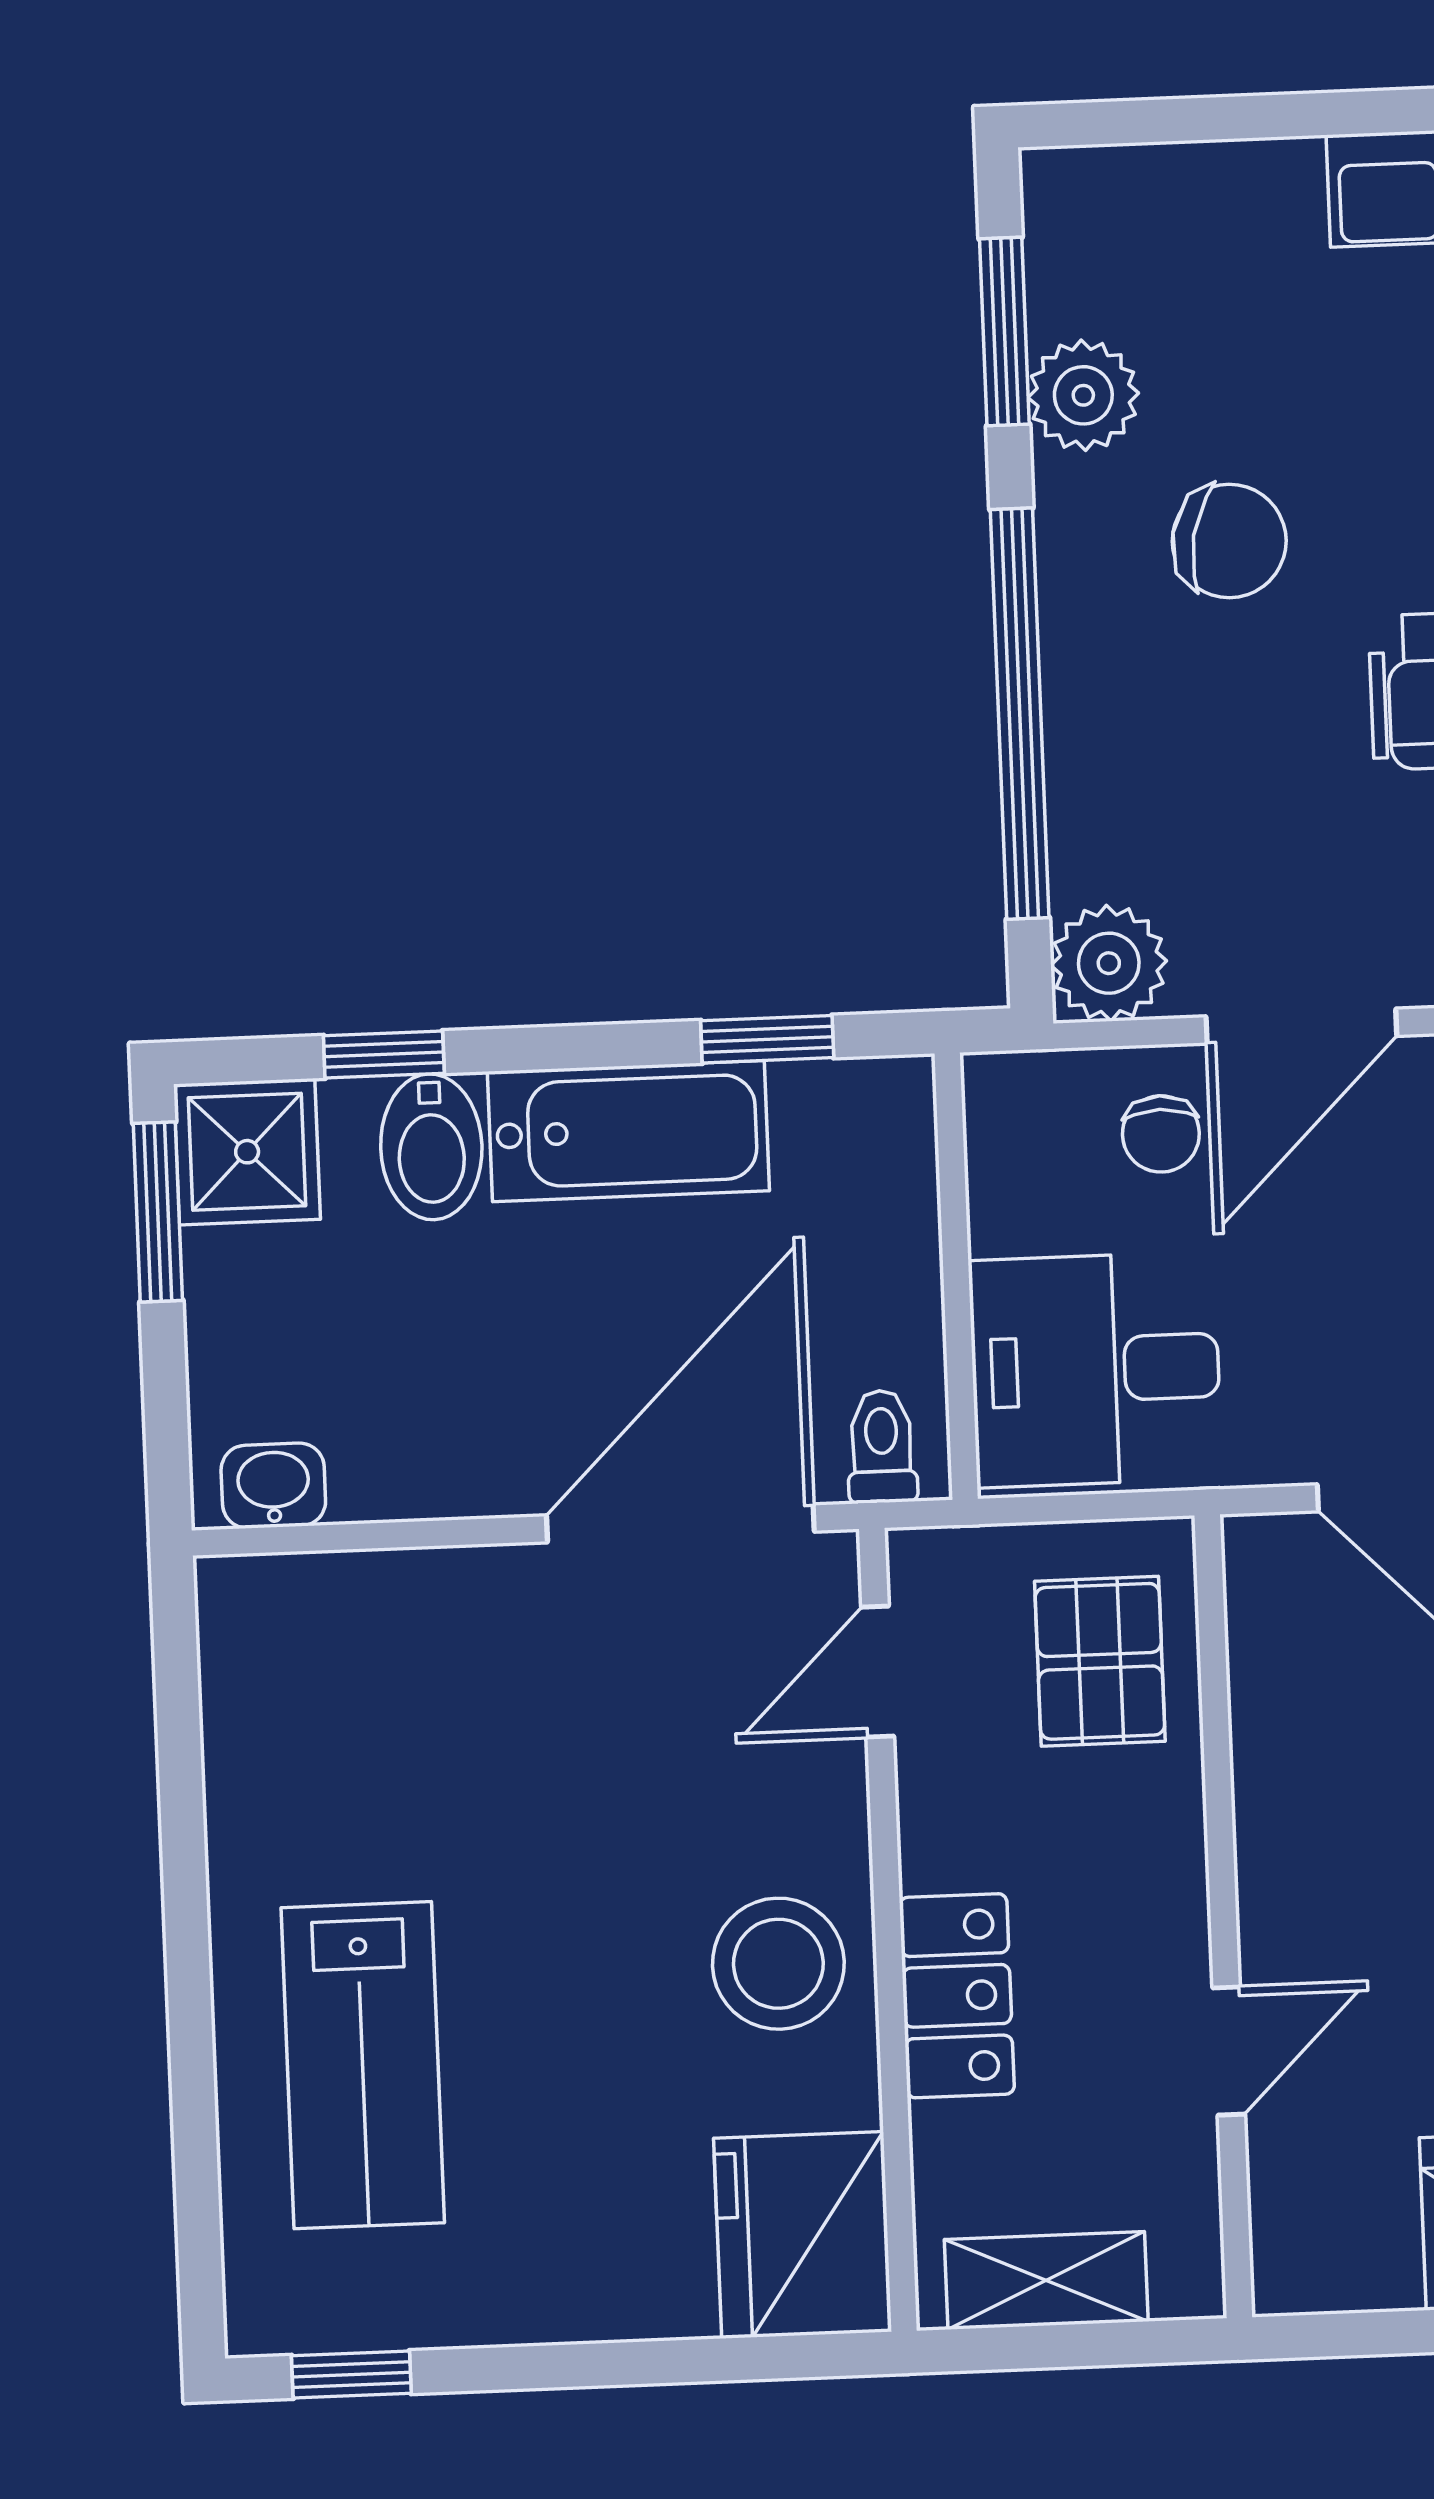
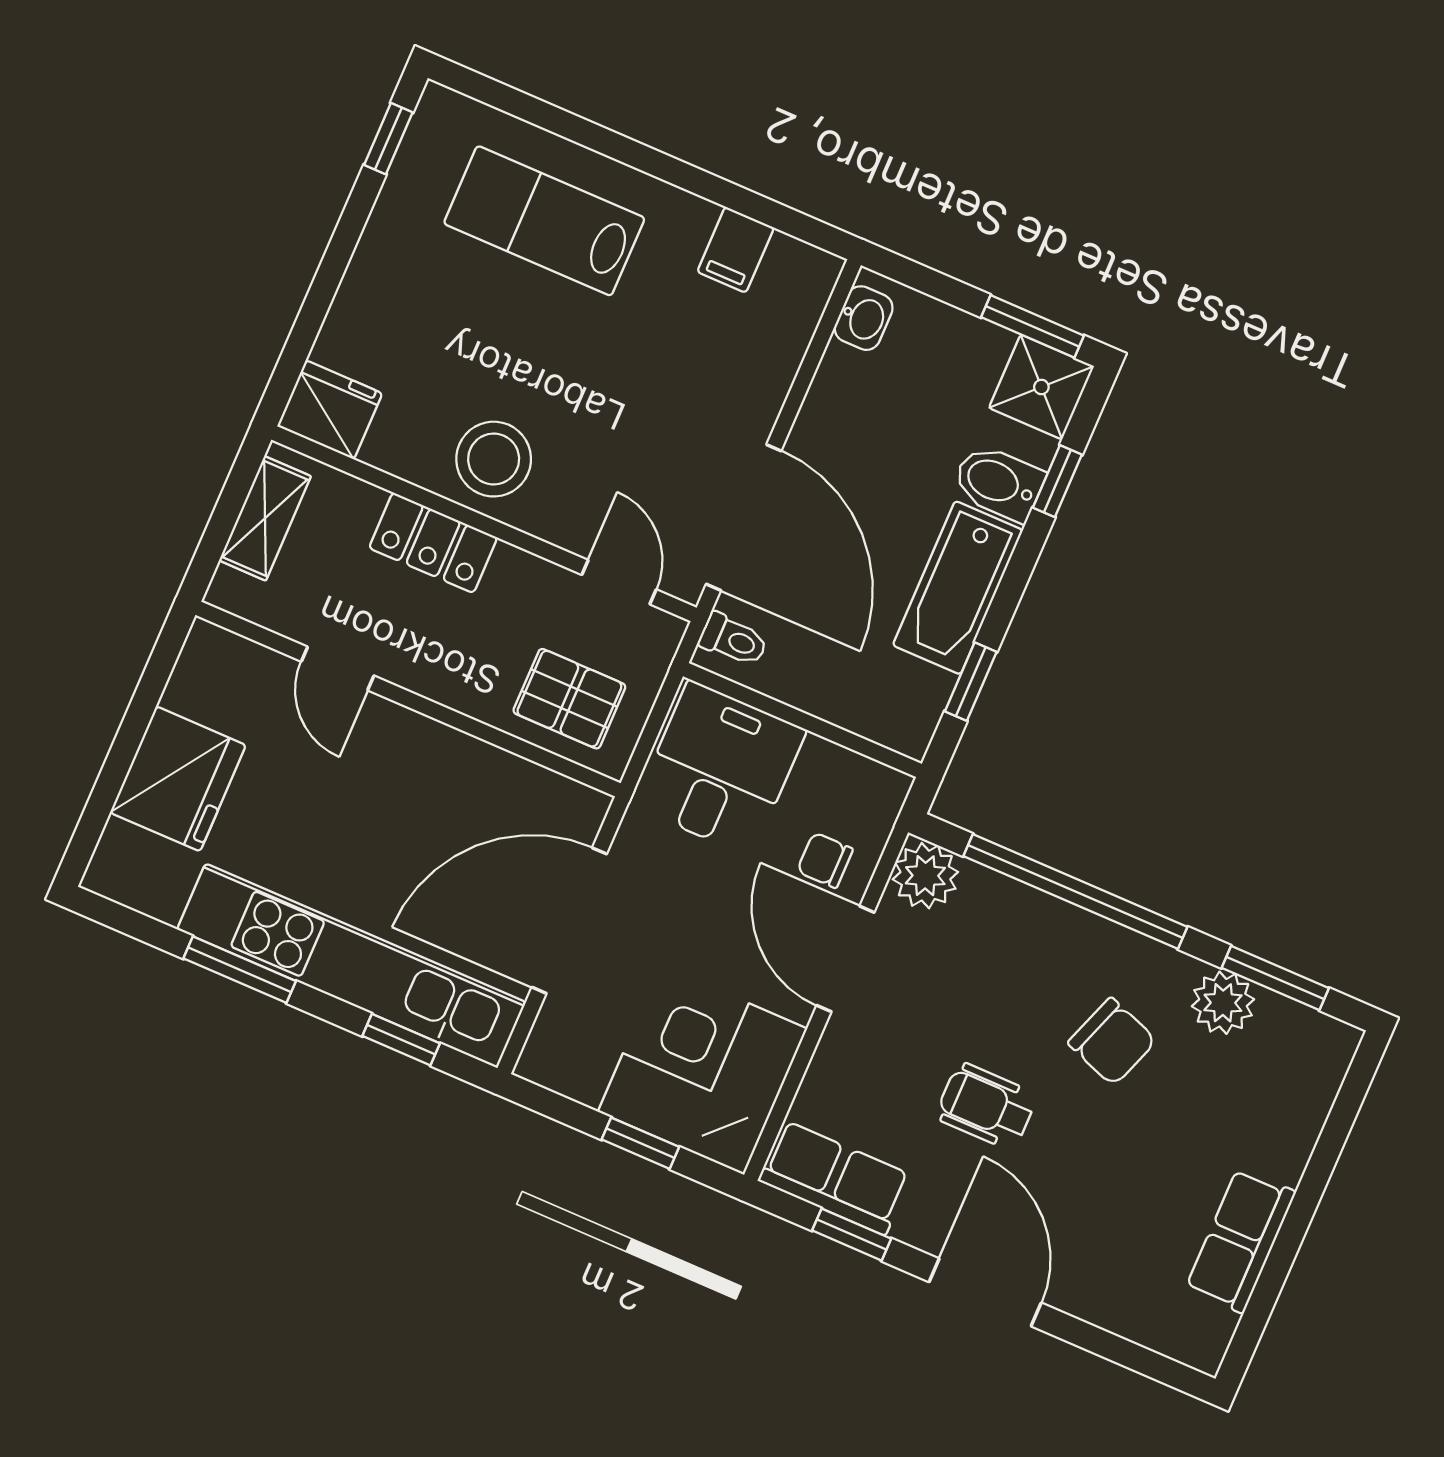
chair: (1229, 541) -> (1112, 1042), turned -81
filing cabinet: (263, 1740) -> (736, 250), added
fridge: (803, 2235) -> (330, 410), width x0.73, depth x0.75

